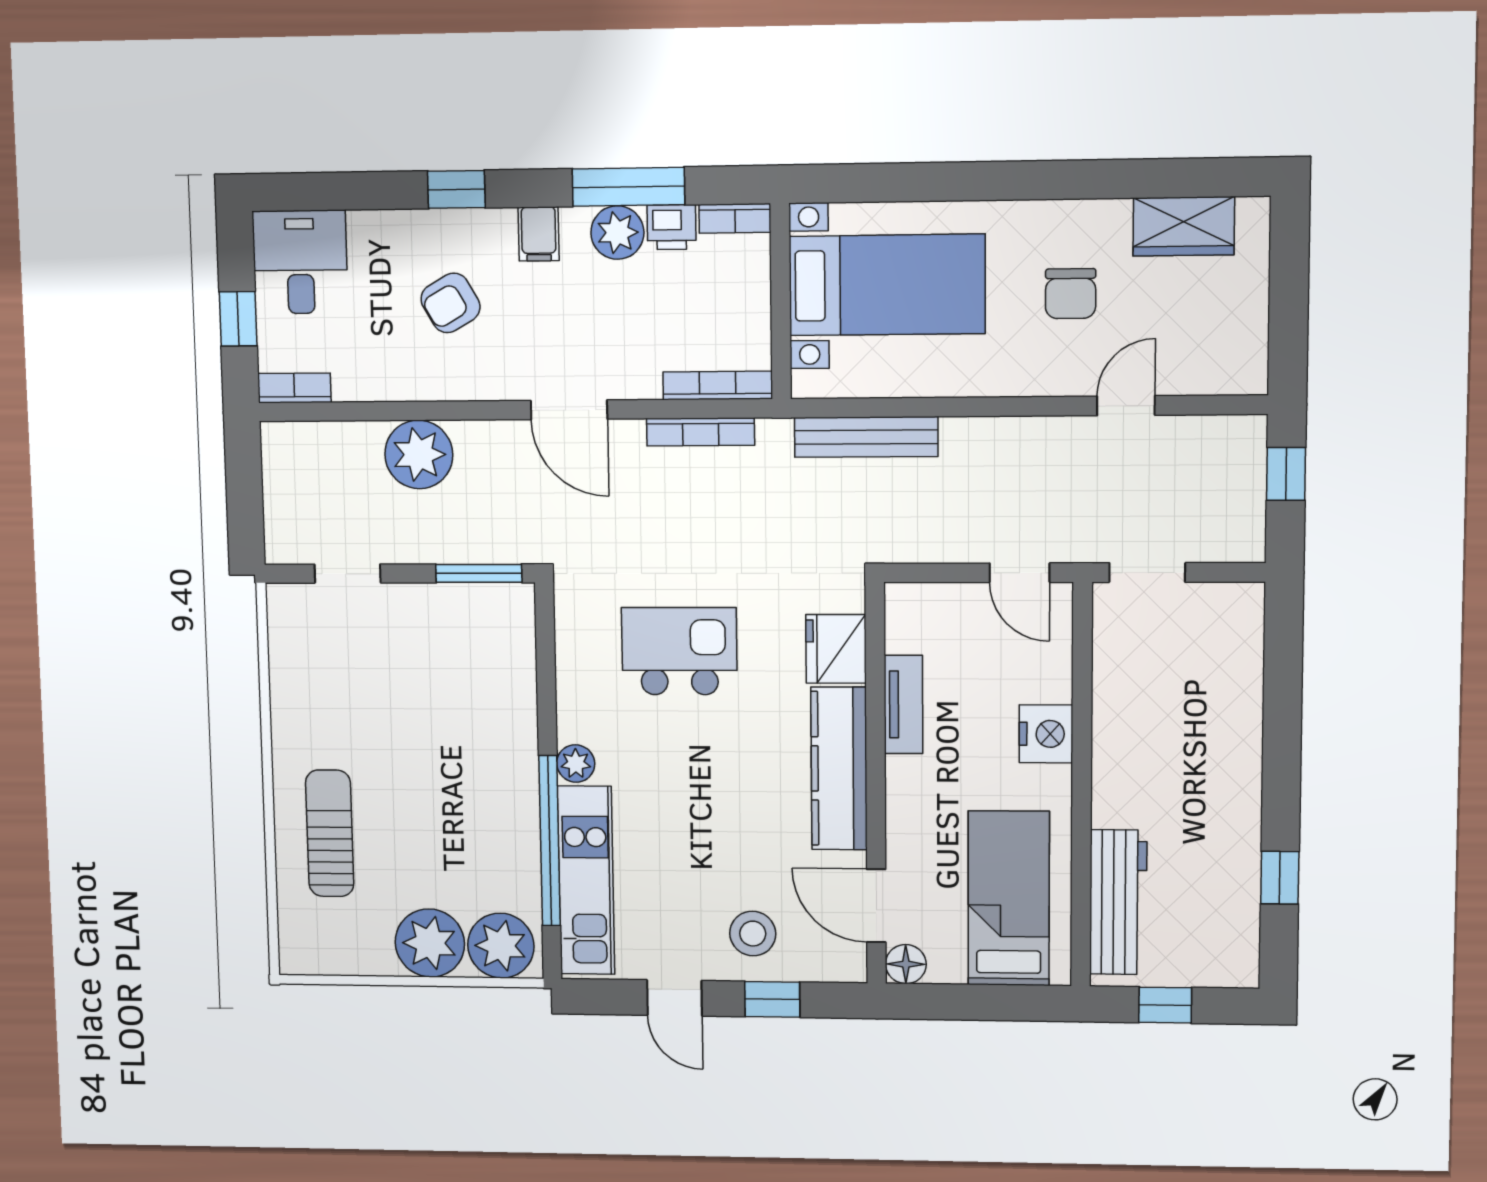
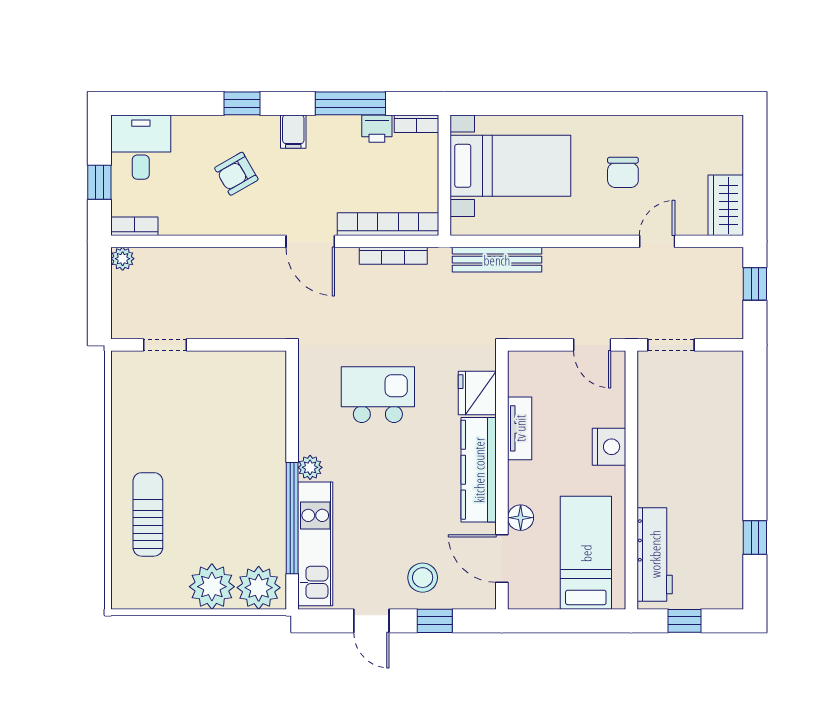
wardrobe: (1184, 226) -> (726, 205), moved, turned 90
plant: (617, 233) -> (343, 131), removed
bookcase: (718, 385) -> (388, 224), width x1.48, depth x1.31
plant: (419, 454) -> (123, 259), moved, width x0.53, depth x0.53
window: (479, 573) -> (250, 345), removed
floor lamp: (906, 964) -> (521, 518), moved

